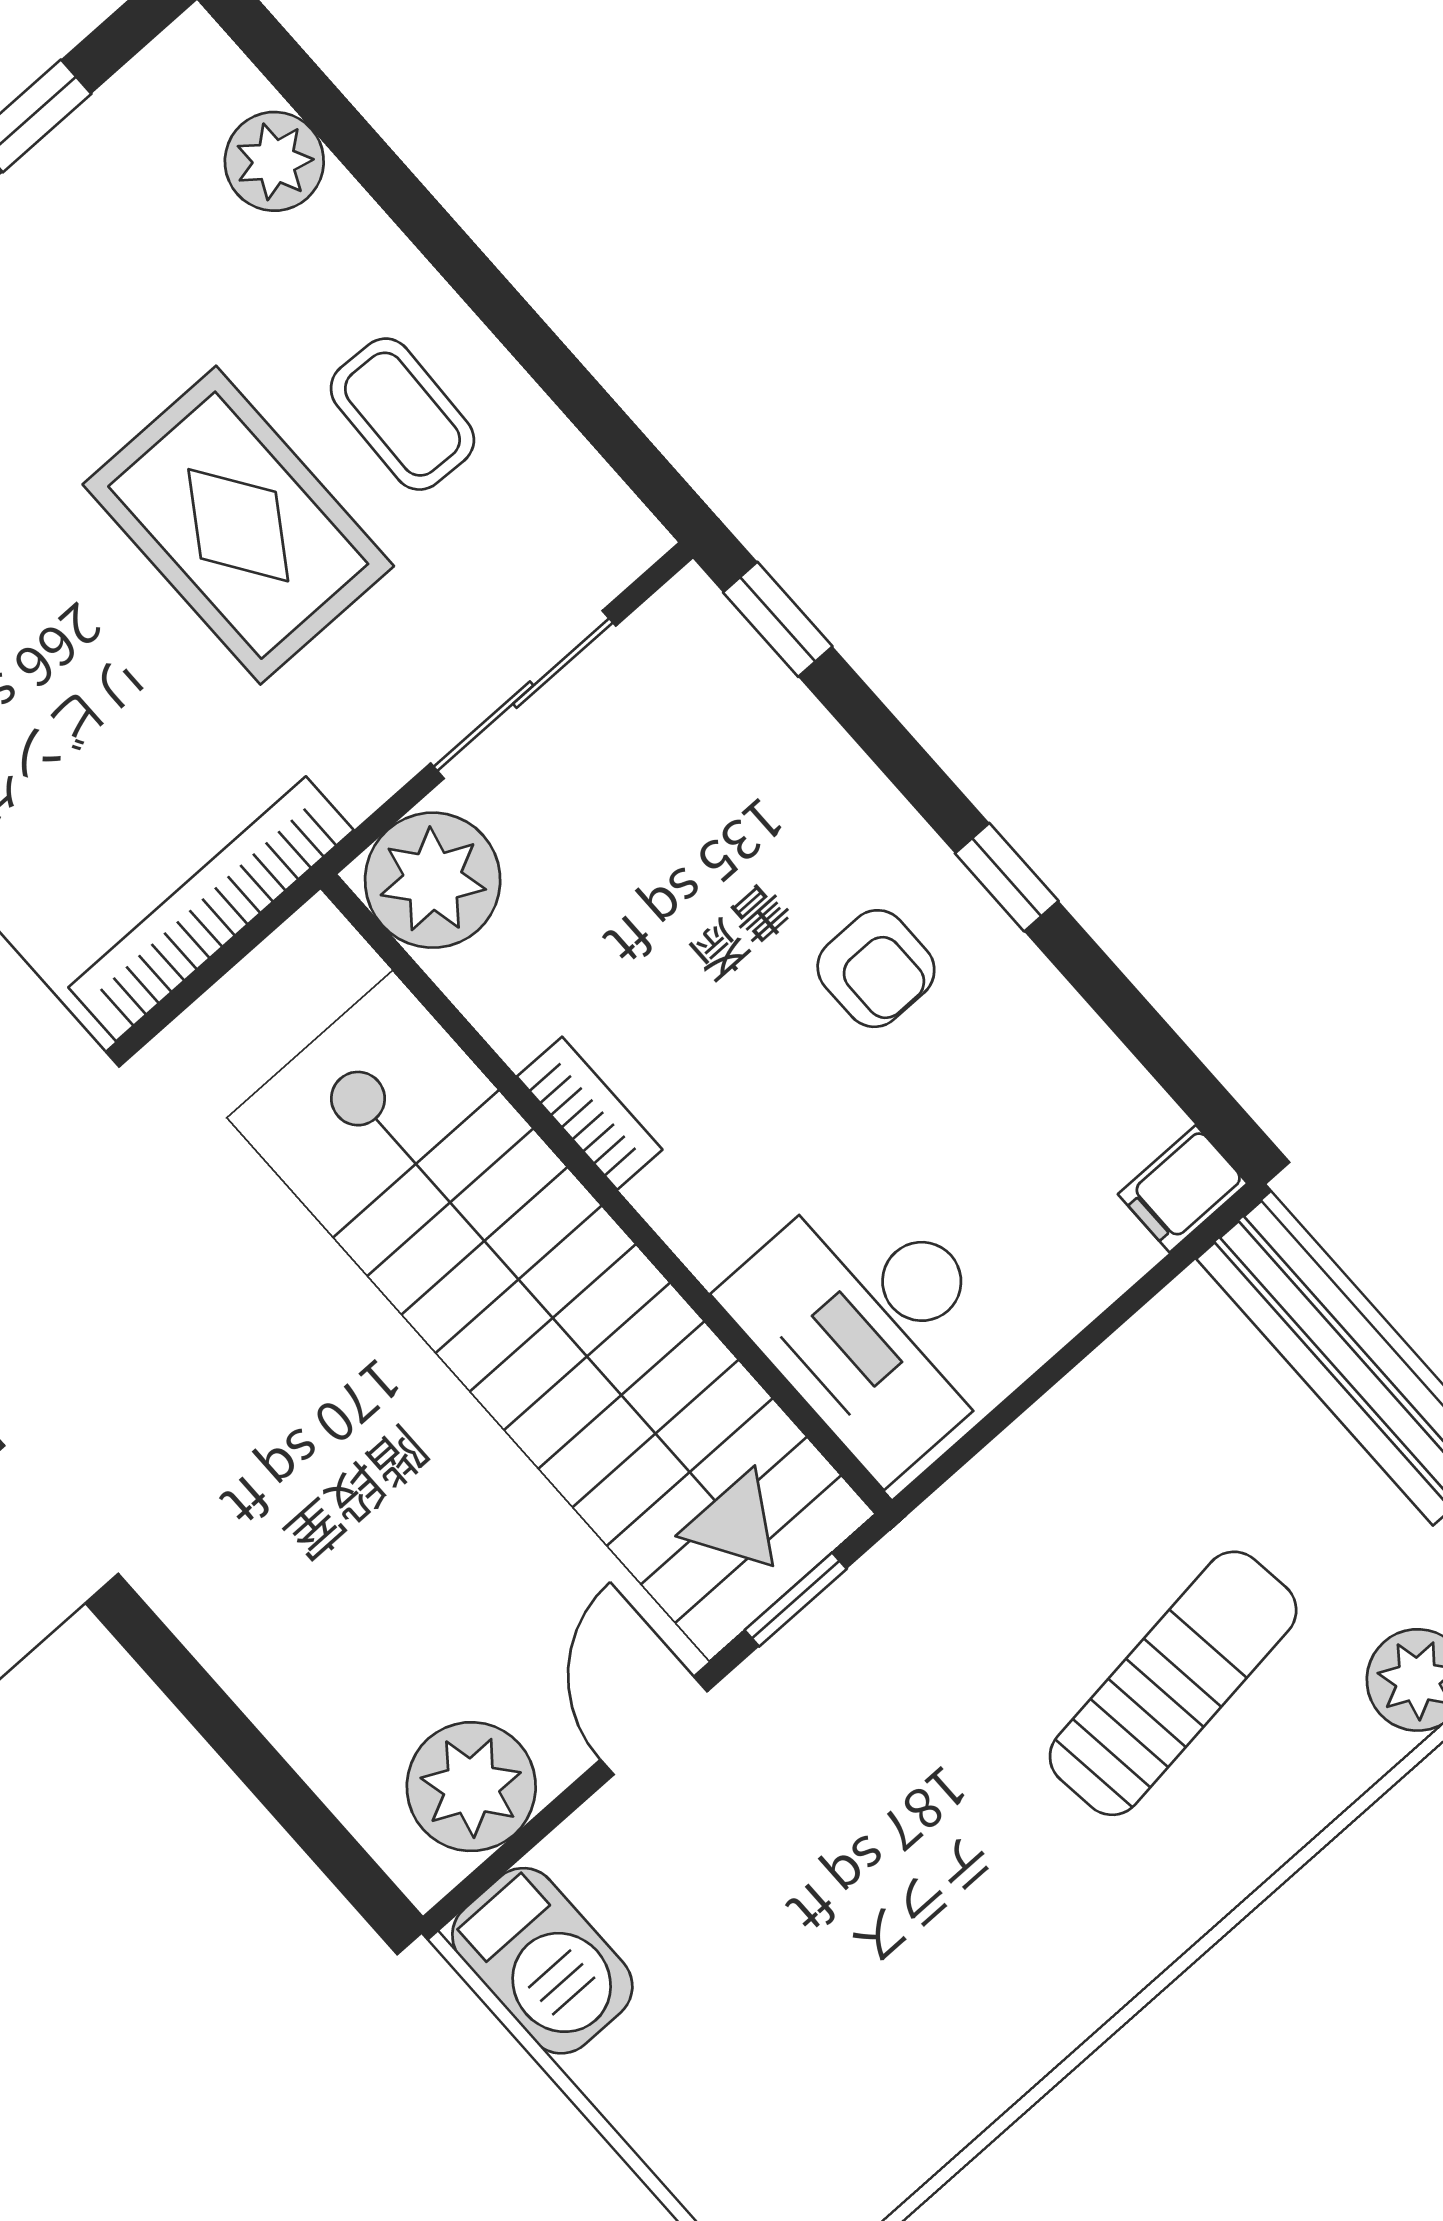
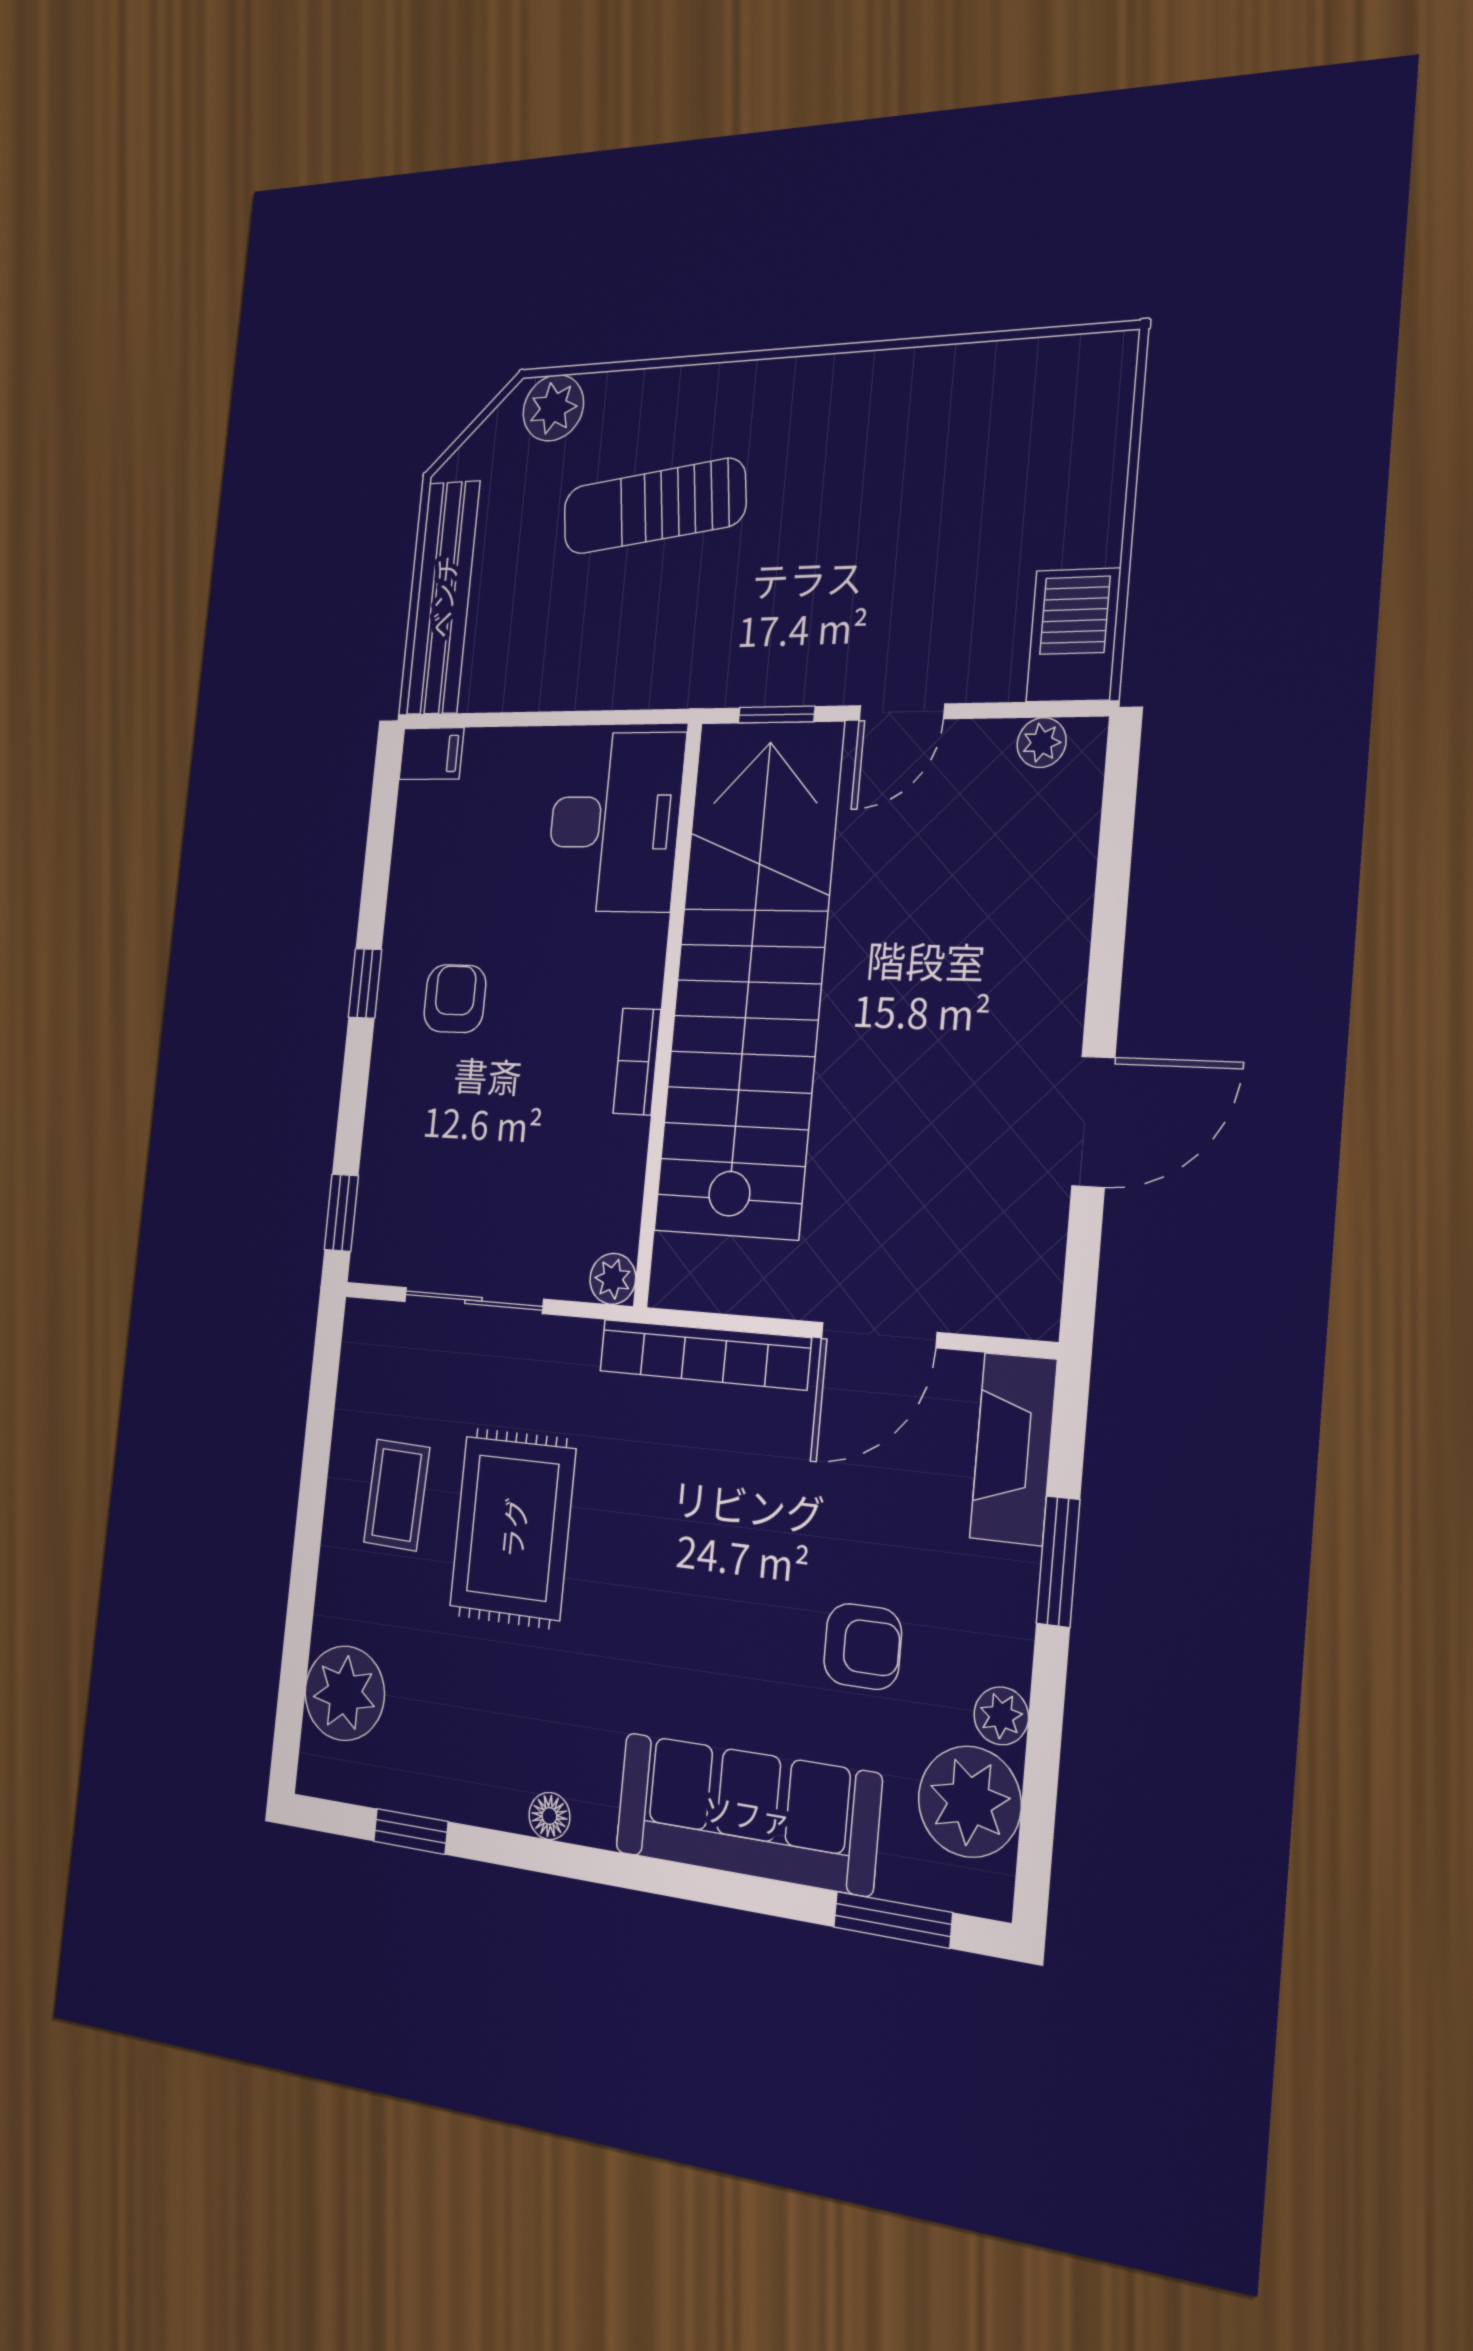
plant: (274, 161) -> (345, 1693), width x1.36, depth x1.36
plant: (433, 880) -> (613, 1279), width x0.53, depth x0.53
plant: (471, 1787) -> (1042, 743), width x0.53, depth x0.53

